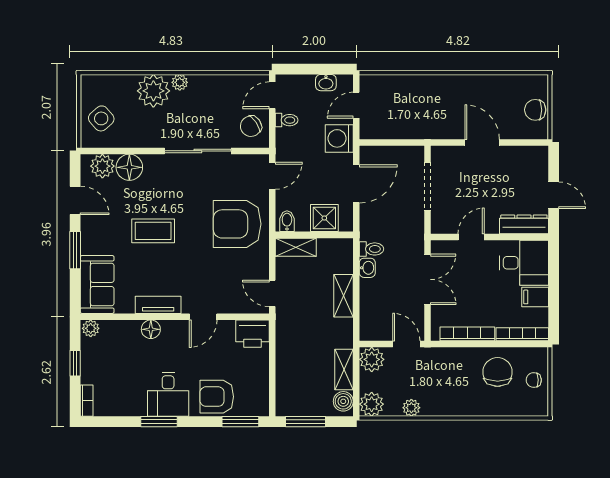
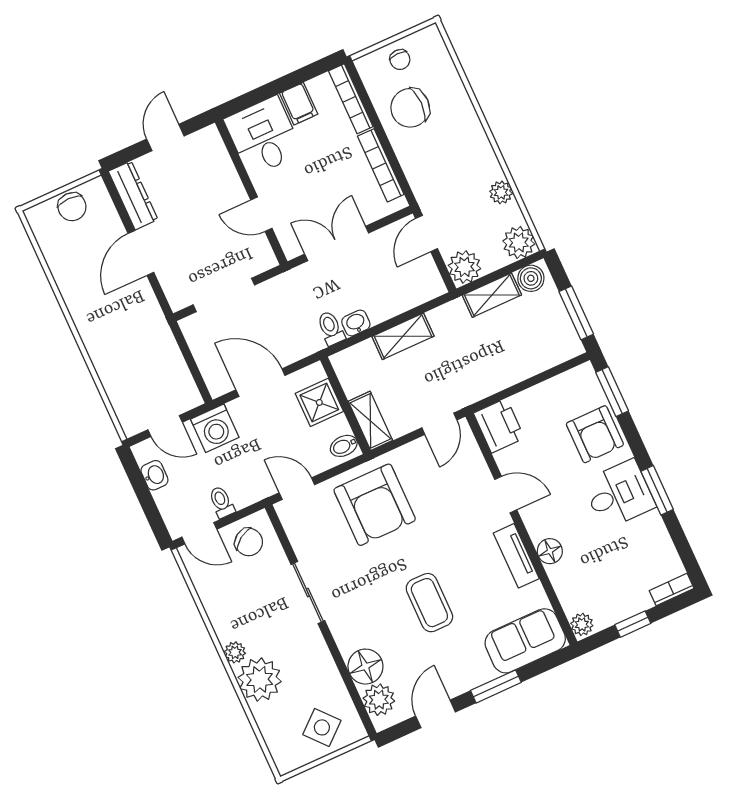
sliding door: (198, 151) -> (308, 593), width x0.73
dresser: (524, 224) -> (133, 195), moved, turned 180

